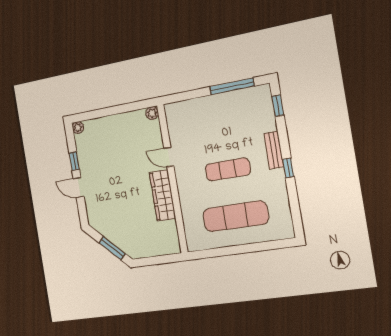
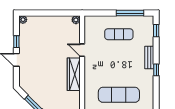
exercise mat: (228, 169) -> (119, 34), moved

